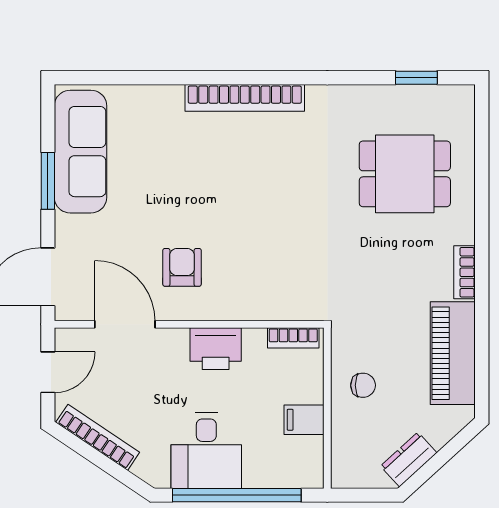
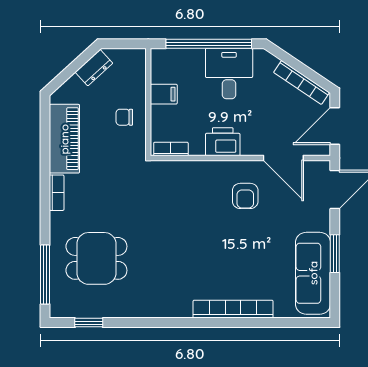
bookcase: (245, 98) -> (233, 309), moved
window: (482, 150) -> (45, 275), added
door: (48, 372) -> (335, 126), width x1.38

